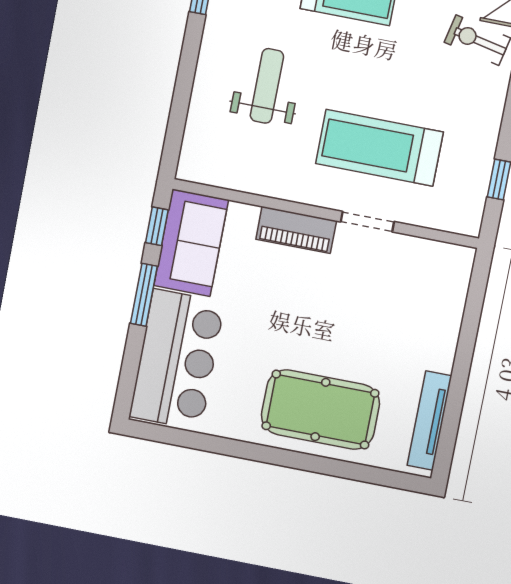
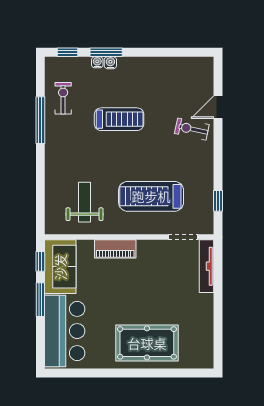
weight bench: (267, 86) -> (85, 202), moved
doorway: (367, 222) -> (183, 237), moved
tv unit: (429, 421) -> (207, 266), moved

